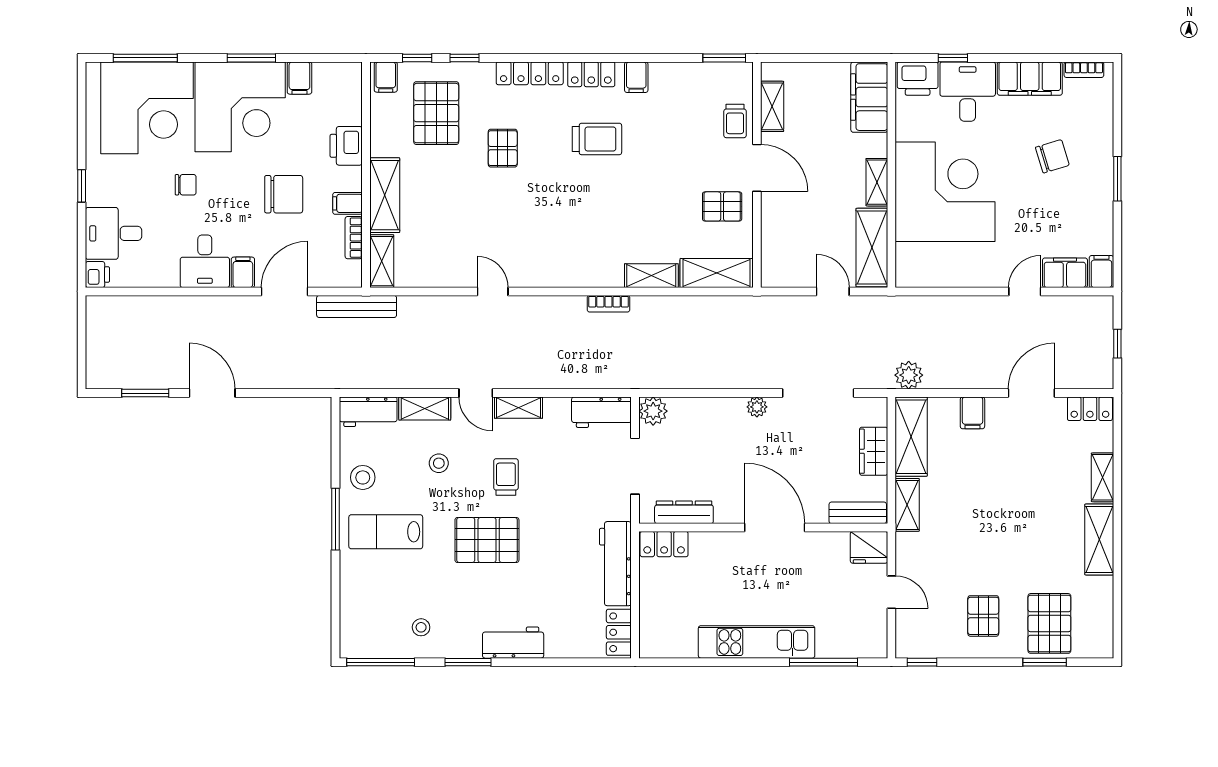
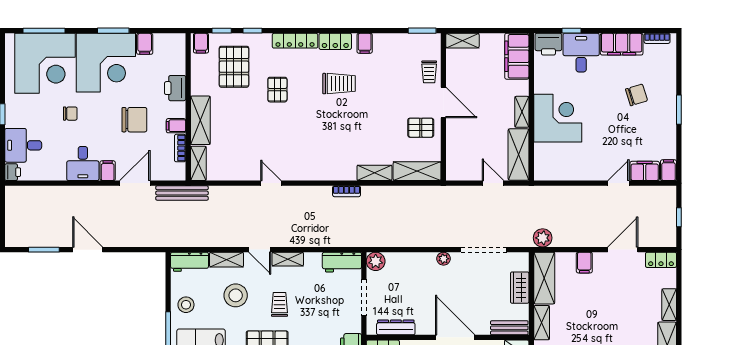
shelving: (772, 106) -> (462, 41), moved, turned 90
corner desk: (945, 192) -> (558, 118), width x0.74, depth x0.74
stool: (439, 463) -> (236, 295), width x1.89, depth x1.89

